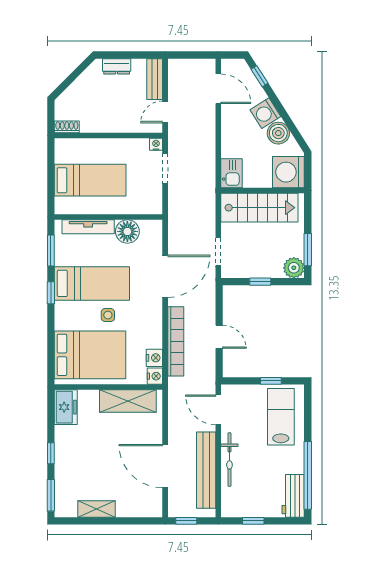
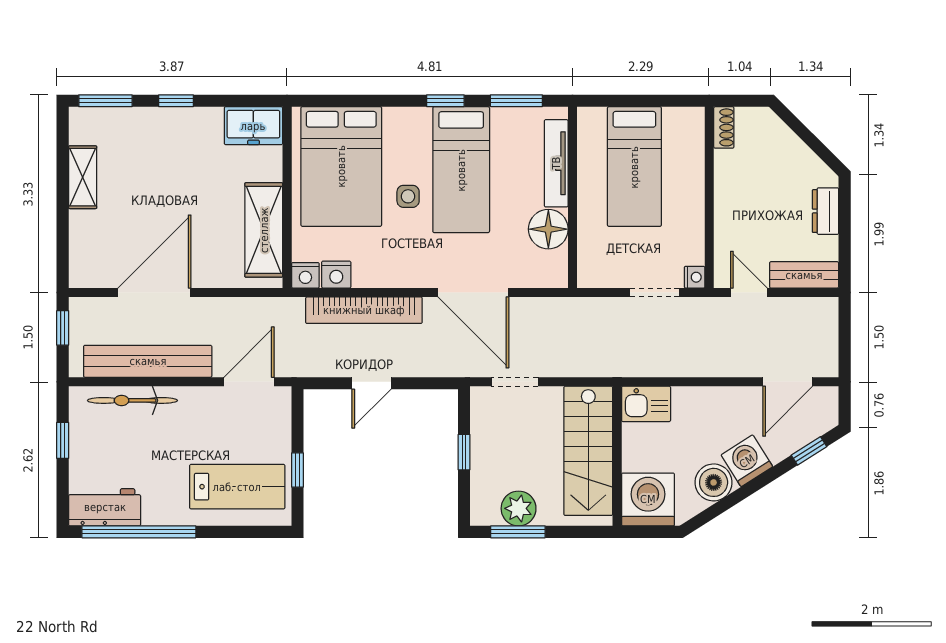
plant: (294, 268) -> (519, 508), moved
bicycle: (229, 460) -> (132, 400), moved

